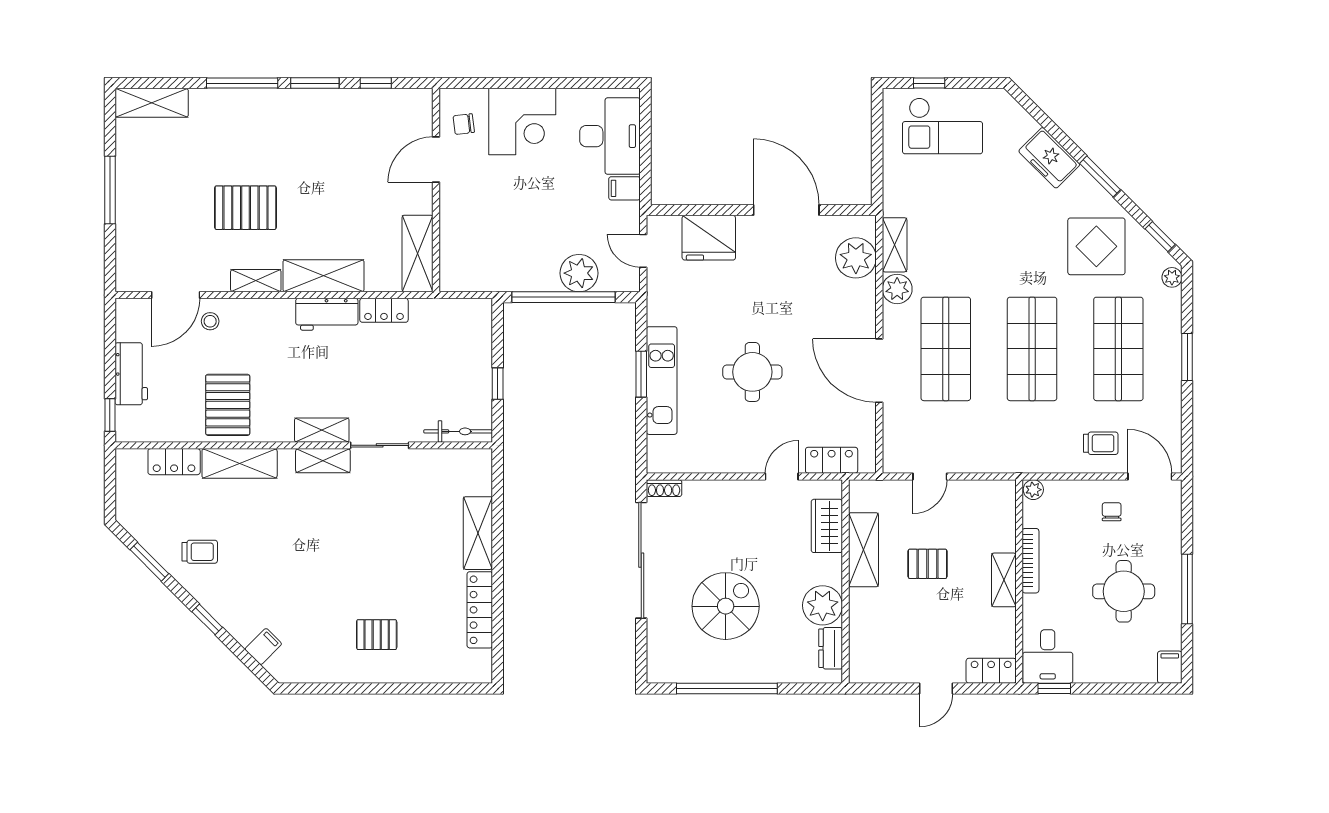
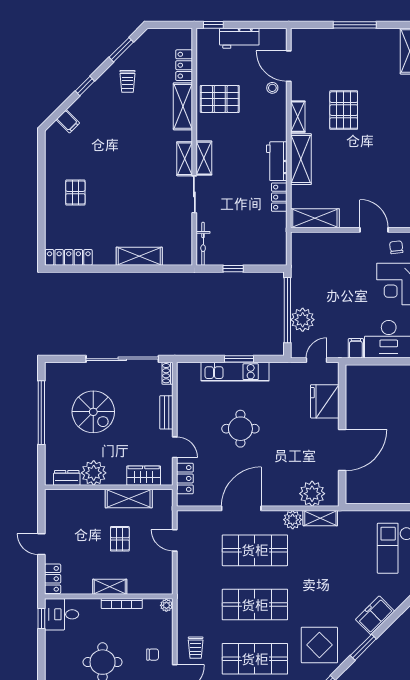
bench: (726, 490) -> (166, 412), added
locker: (480, 610) -> (69, 257), moved

